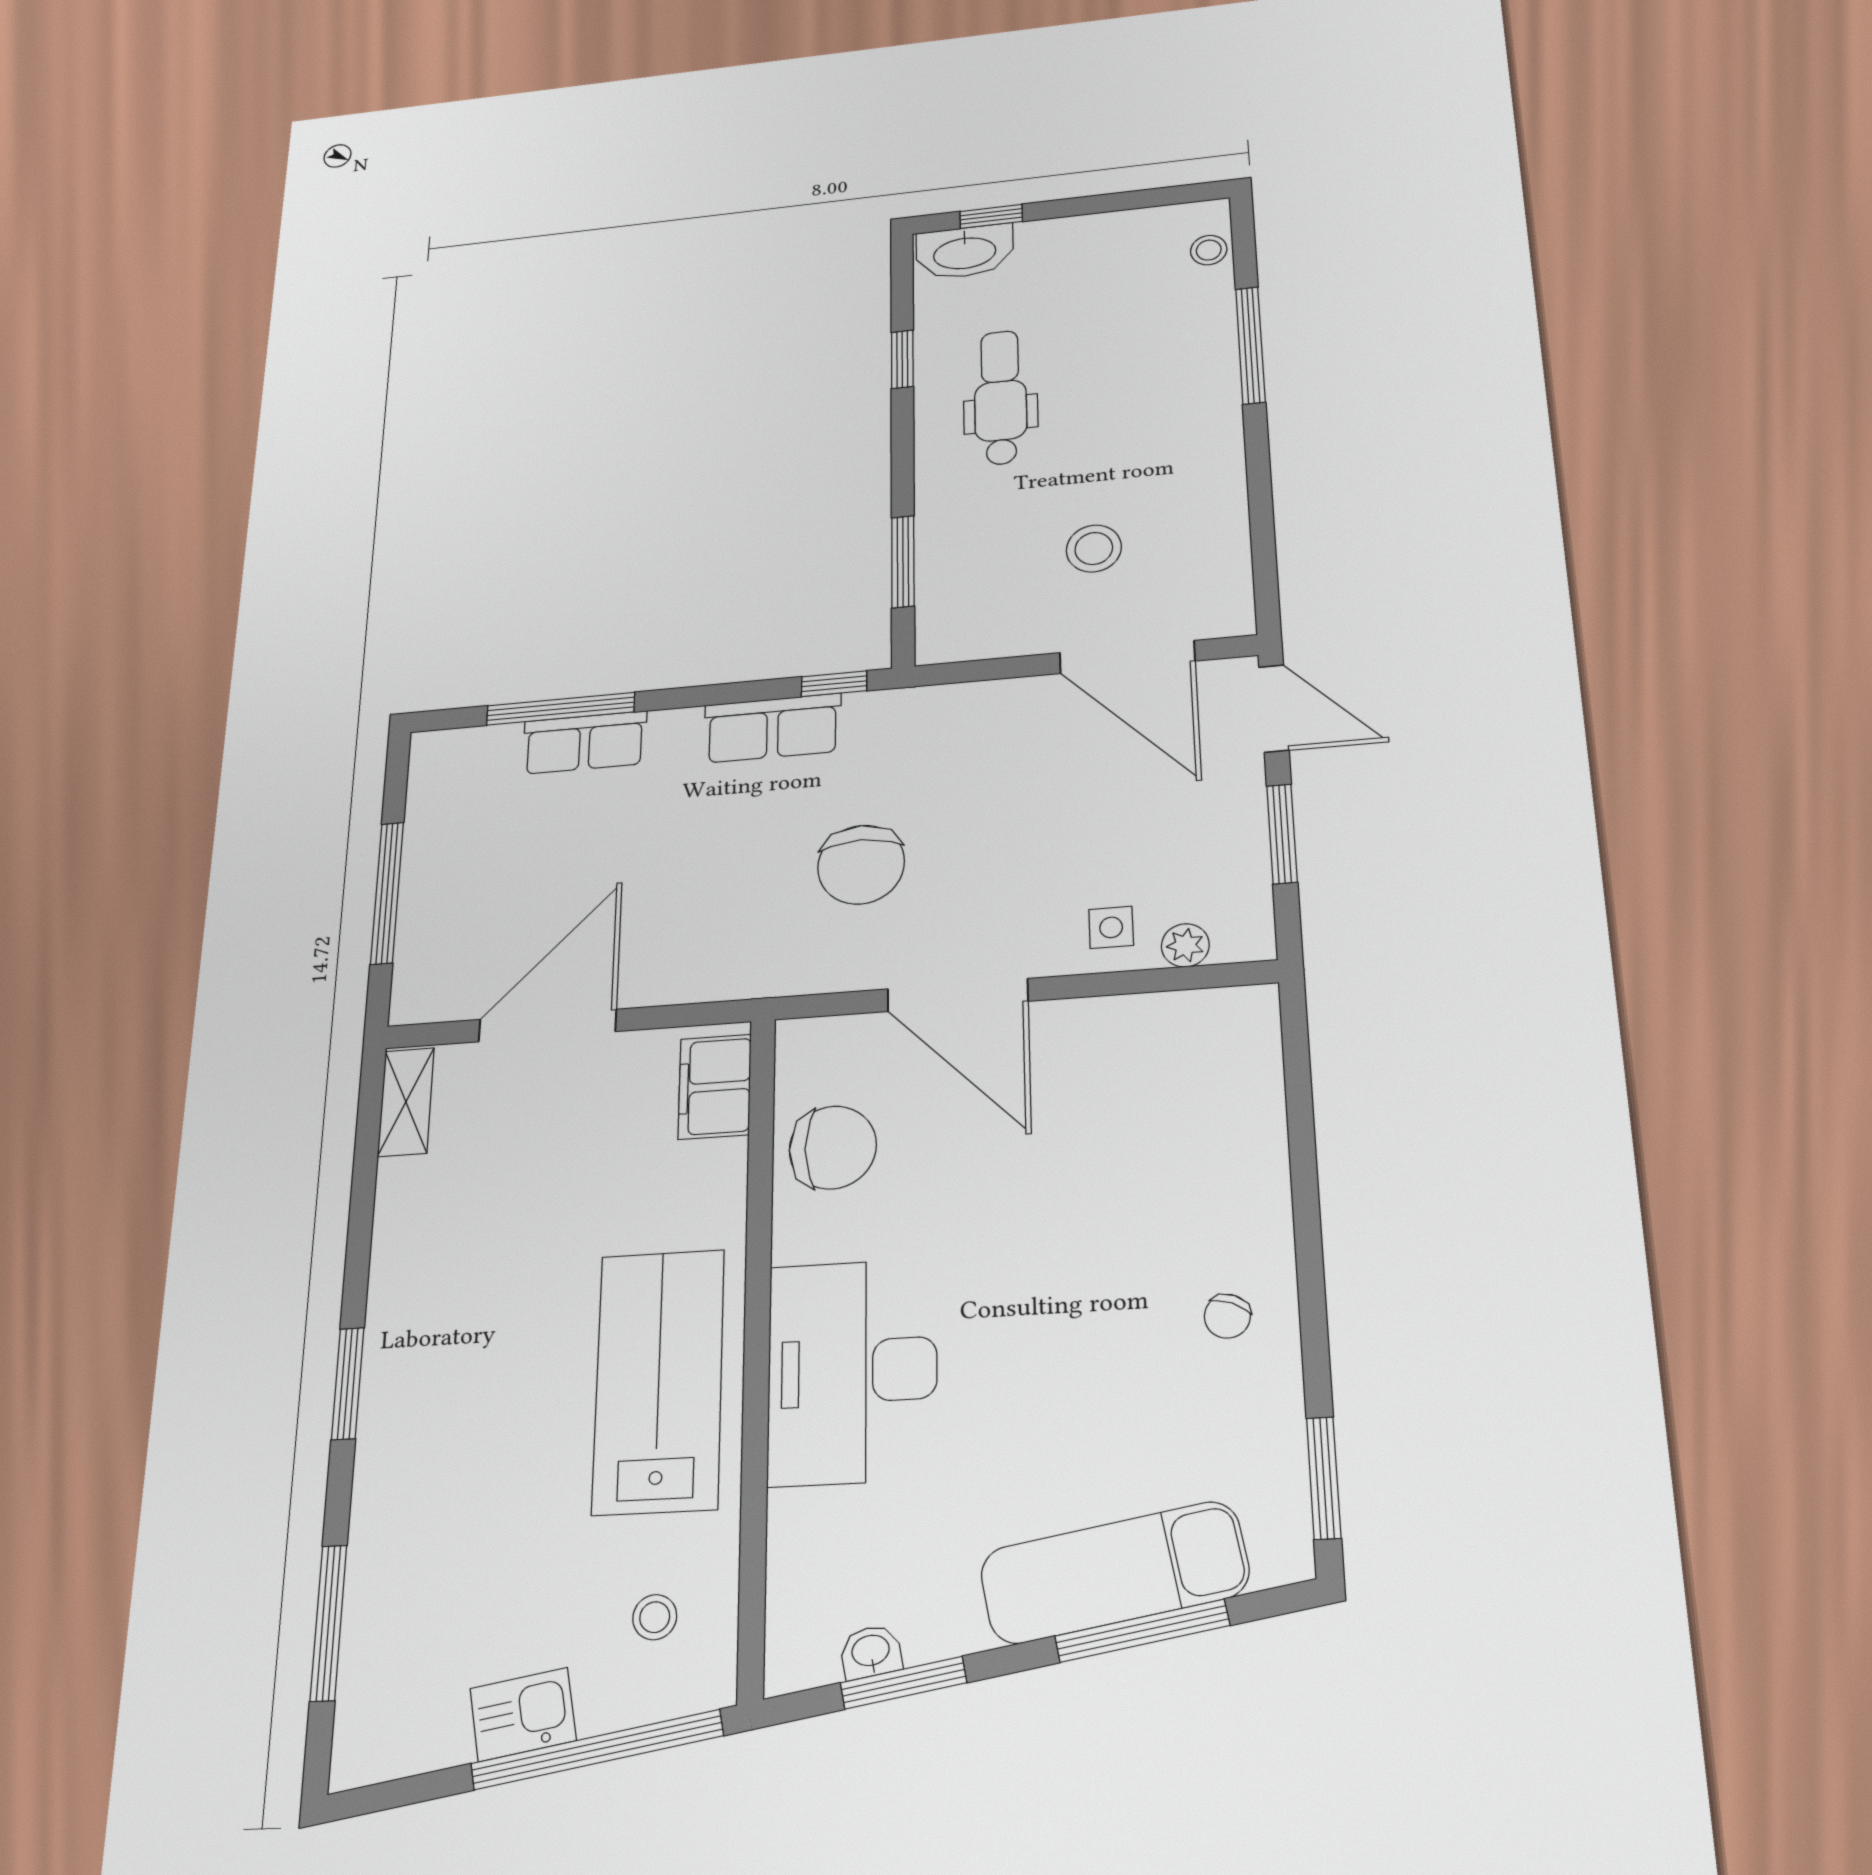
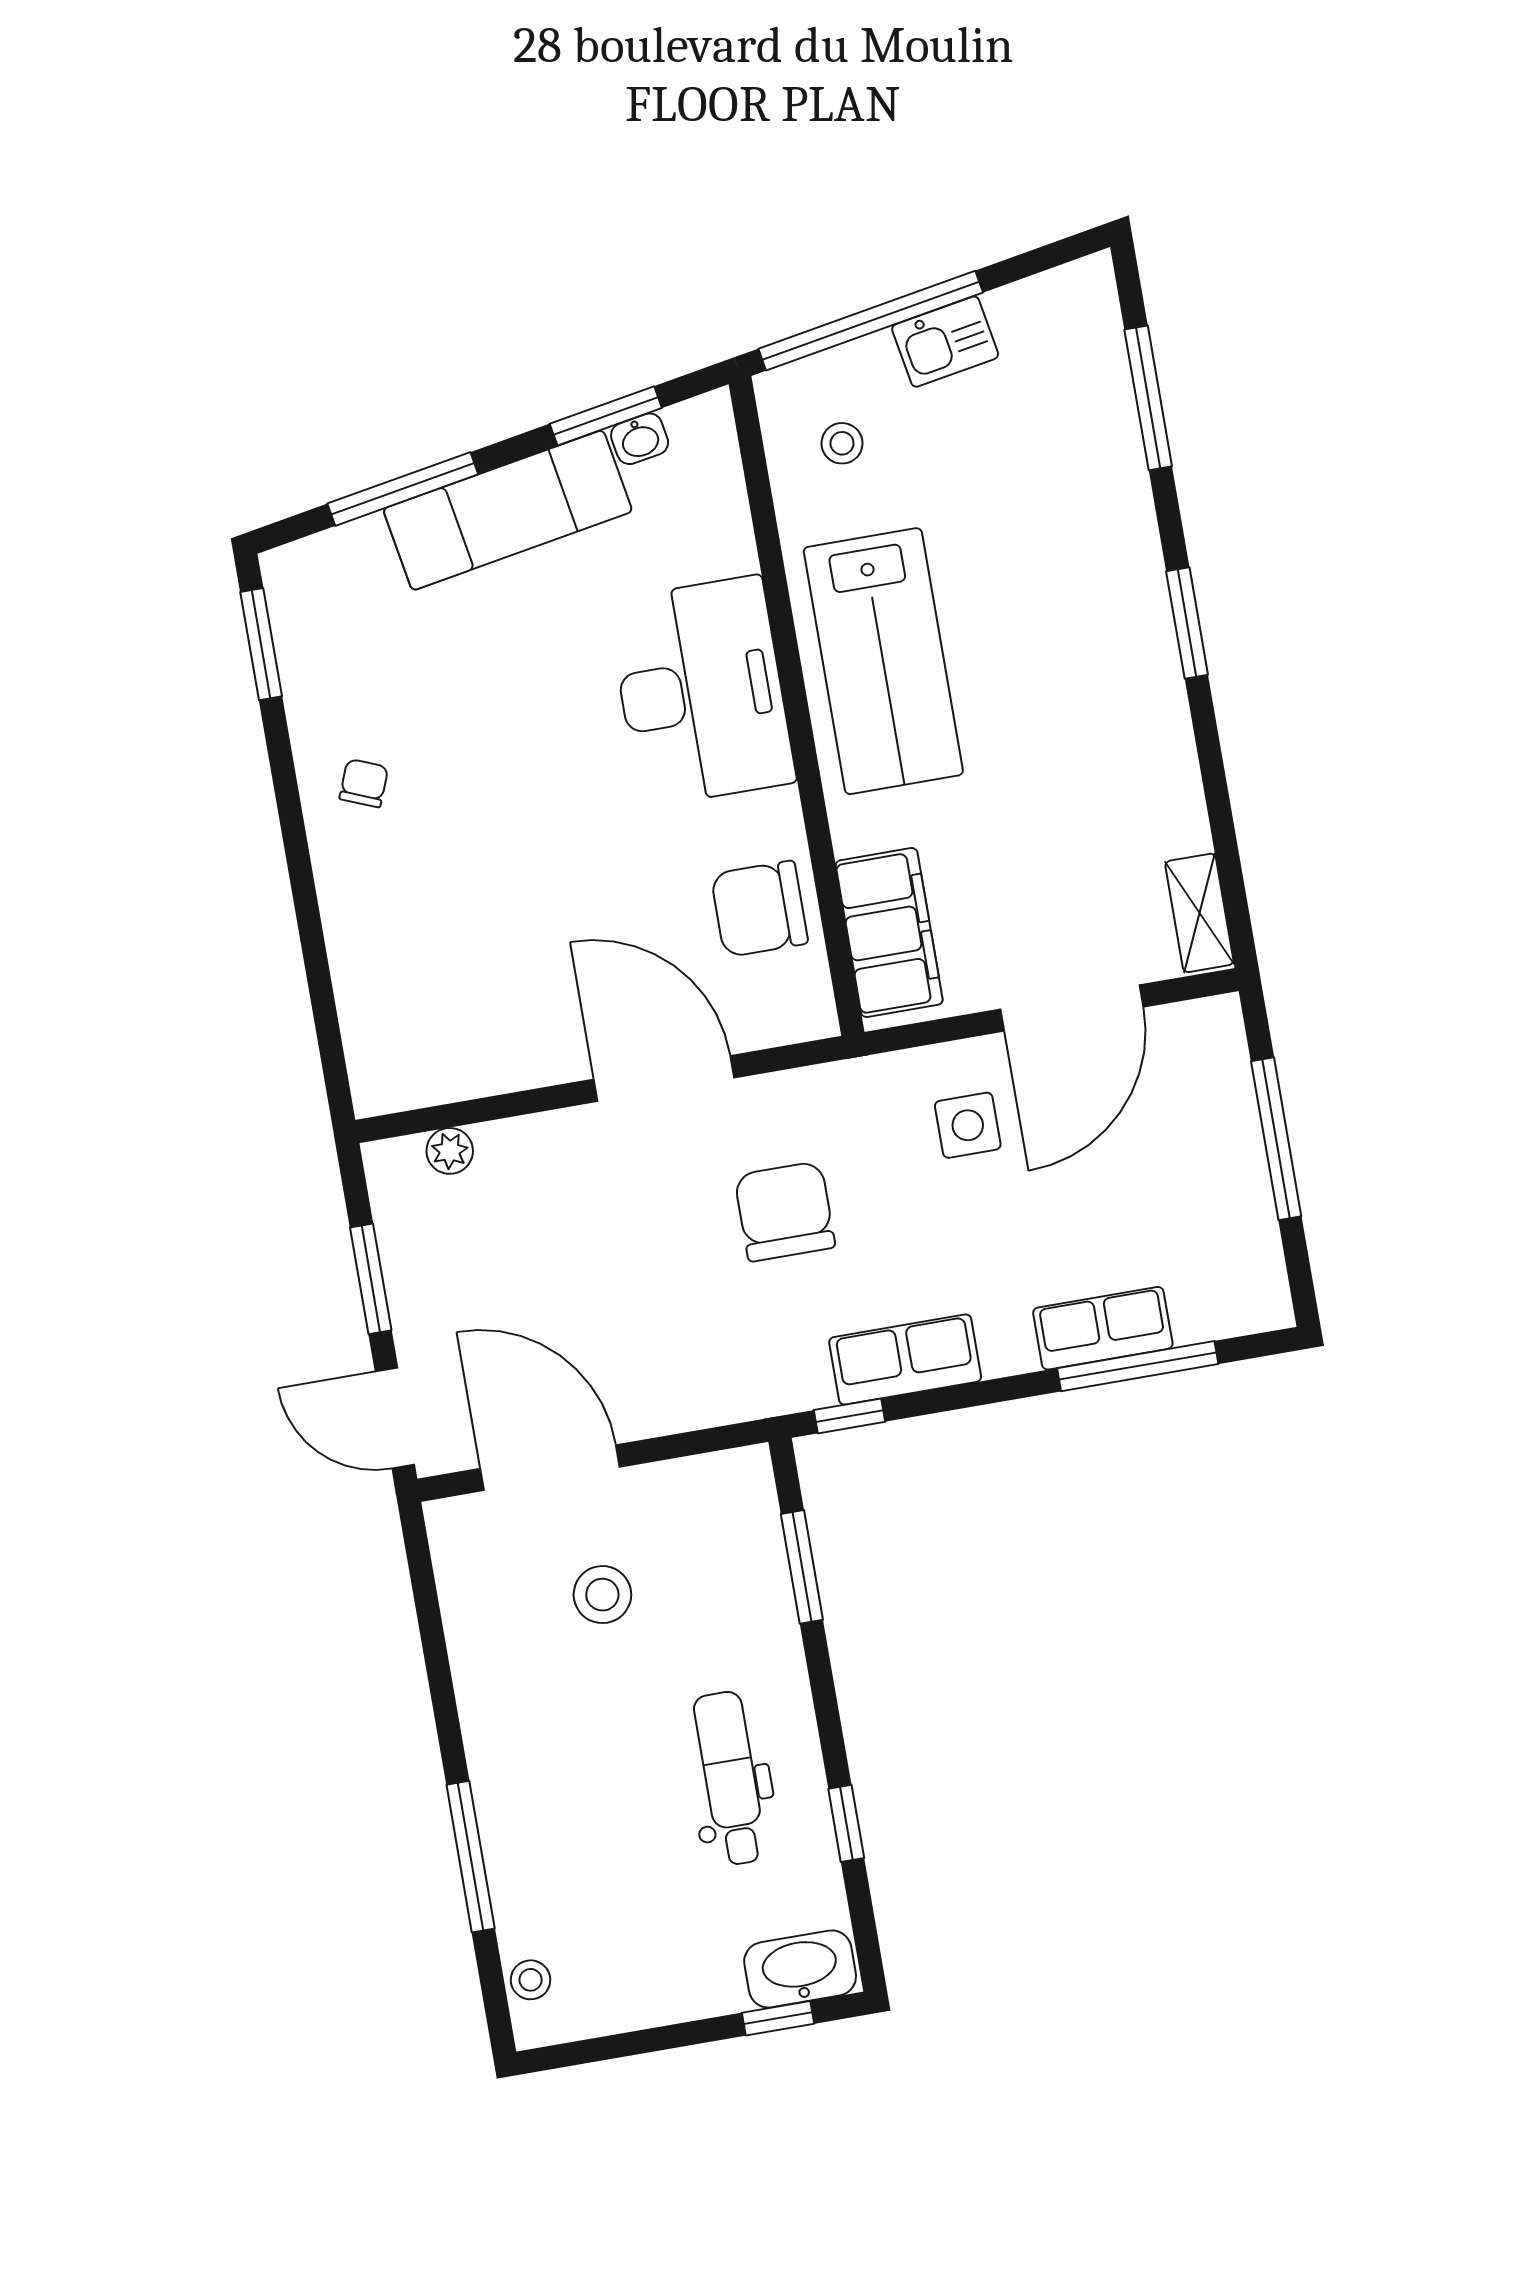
dental chair: (1000, 397) -> (730, 1778), turned 180
side table: (1111, 927) -> (968, 1125), moved, width x1.37, depth x1.37
filing cabinet: (715, 1087) -> (889, 932), width x1.50, depth x1.17
exam couch: (1114, 1573) -> (508, 510), moved

